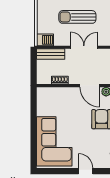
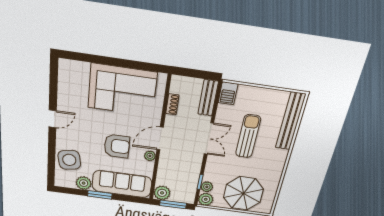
corner sofa: (54, 141) -> (122, 90), moved

